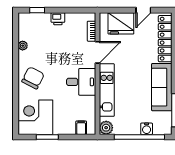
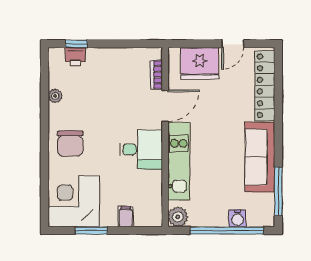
printer: (58, 19) -> (75, 56), moved
chair: (33, 78) -> (70, 143), turned 153
filing cabinet: (81, 128) -> (126, 217), moved

